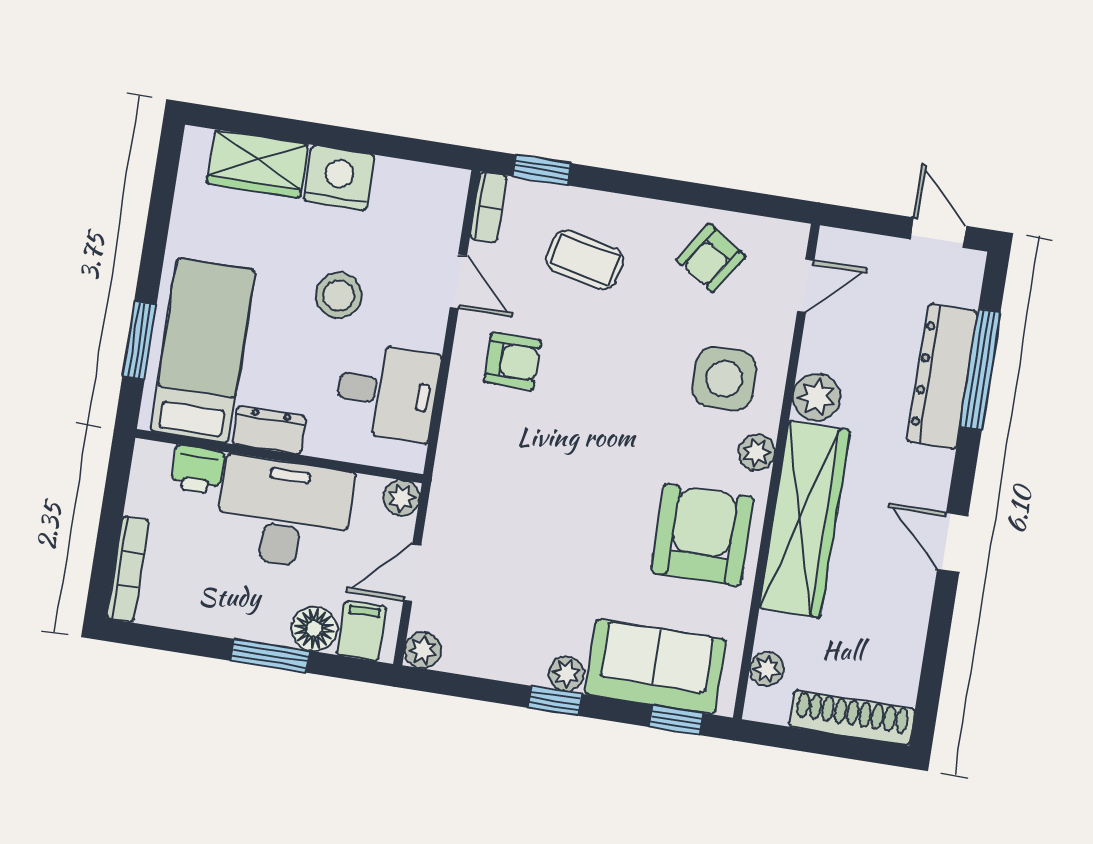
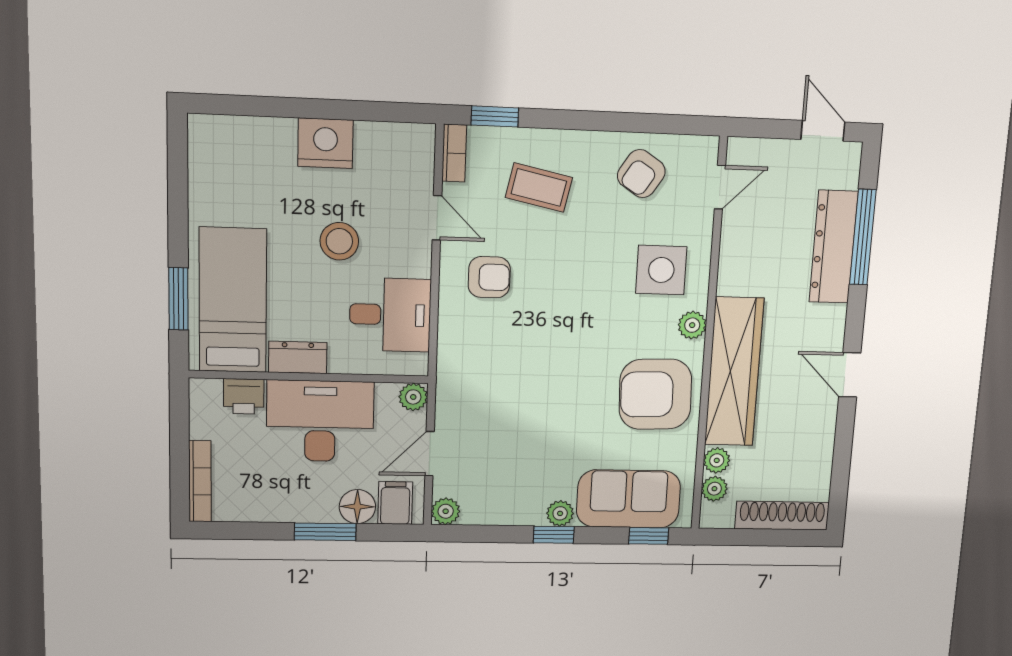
wardrobe: (257, 164) -> (255, 139), removed
plant: (817, 397) -> (717, 460), moved, width x0.73, depth x0.73
armchair: (702, 535) -> (655, 394), turned -92

